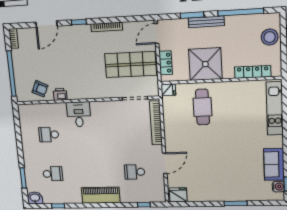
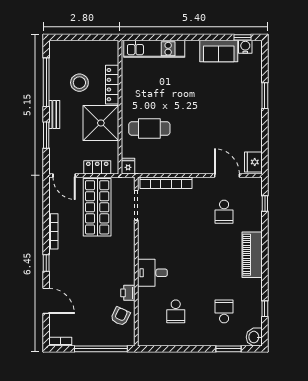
bench: (206, 22) -> (54, 115), width x0.73
stool: (270, 37) -> (79, 83), moved
locker: (253, 72) -> (112, 85), moved
door: (165, 163) -> (227, 175), moved

